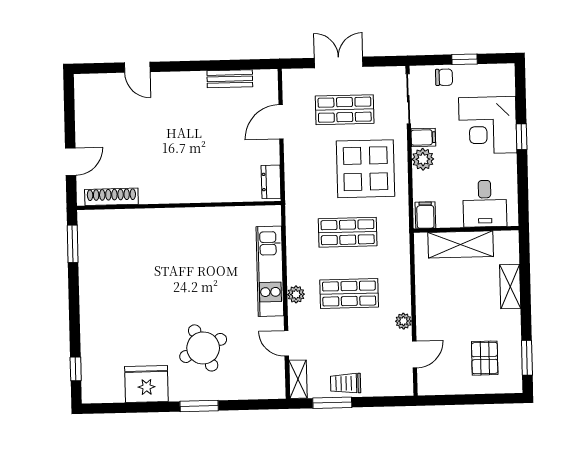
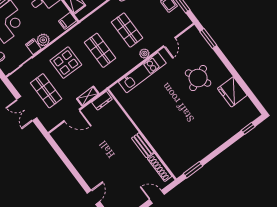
bench: (230, 79) -> (143, 145), moved
display table: (366, 169) -> (66, 63), width x0.73, depth x0.73
shelving: (298, 379) -> (88, 96), moved
window: (199, 406) -> (208, 39), moved

